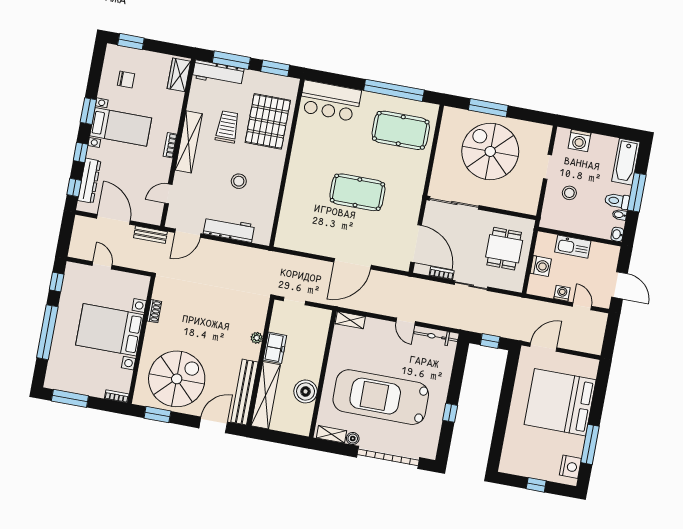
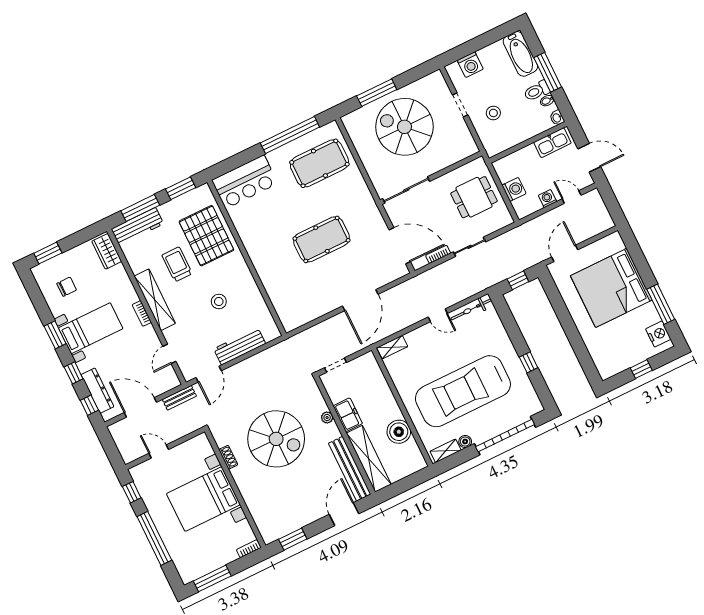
kitchen sink: (573, 247) -> (552, 143), moved
dining table: (504, 249) -> (474, 197), turned 90
spiral stairs: (177, 379) -> (276, 439), moved, turned 90

